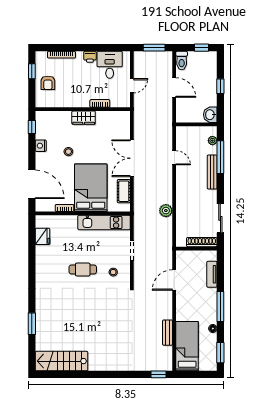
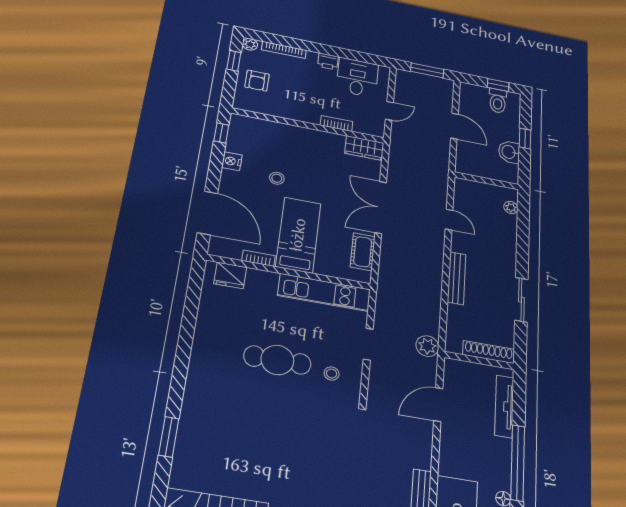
plant: (40, 56) -> (250, 44), added
toilet: (182, 61) -> (498, 101), moved
washbasin: (210, 115) -> (509, 152), moved
wardrobe: (84, 118) -> (364, 148), moved
window: (220, 157) -> (523, 233), removed
bench: (212, 172) -> (457, 278), moved
bed: (91, 188) -> (298, 235), width x0.67
plant: (166, 211) -> (427, 346), moved
sliding door: (220, 218) -> (521, 300), moved
fridge: (43, 236) -> (230, 275), moved, turned 90
cafe table: (83, 269) -> (277, 360), width x1.37, depth x1.35
tv unit: (212, 274) -> (504, 406), width x1.41
window: (220, 307) -> (518, 463), width x1.46

